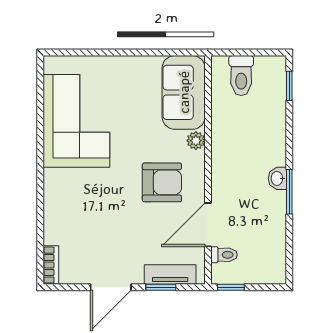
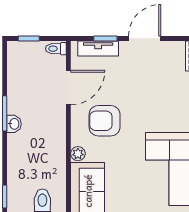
toilet: (224, 255) -> (56, 49), moved
window: (231, 287) -> (29, 38), moved

